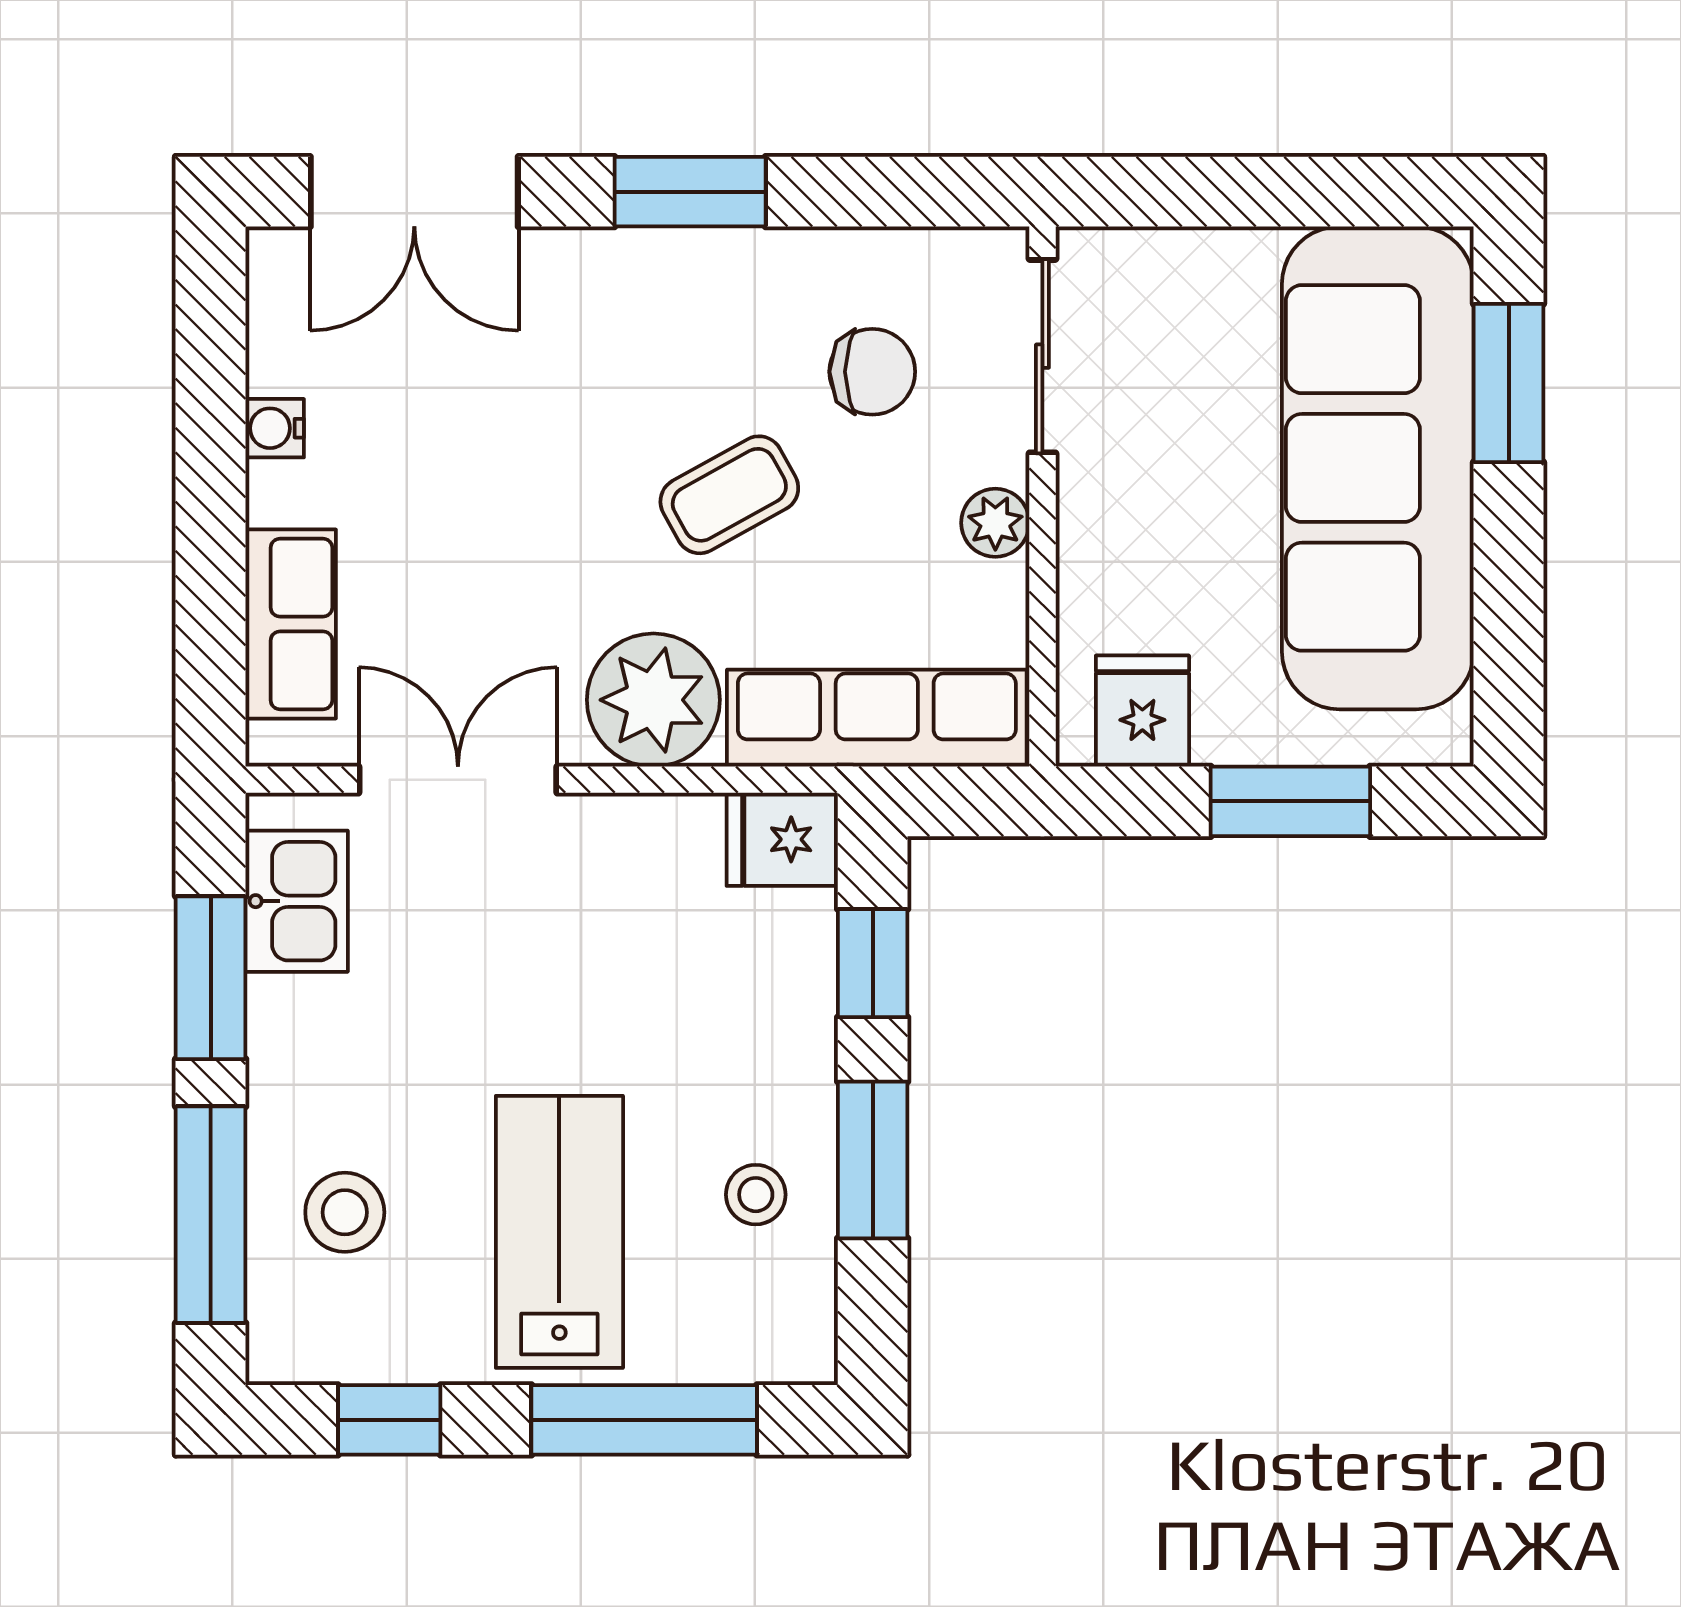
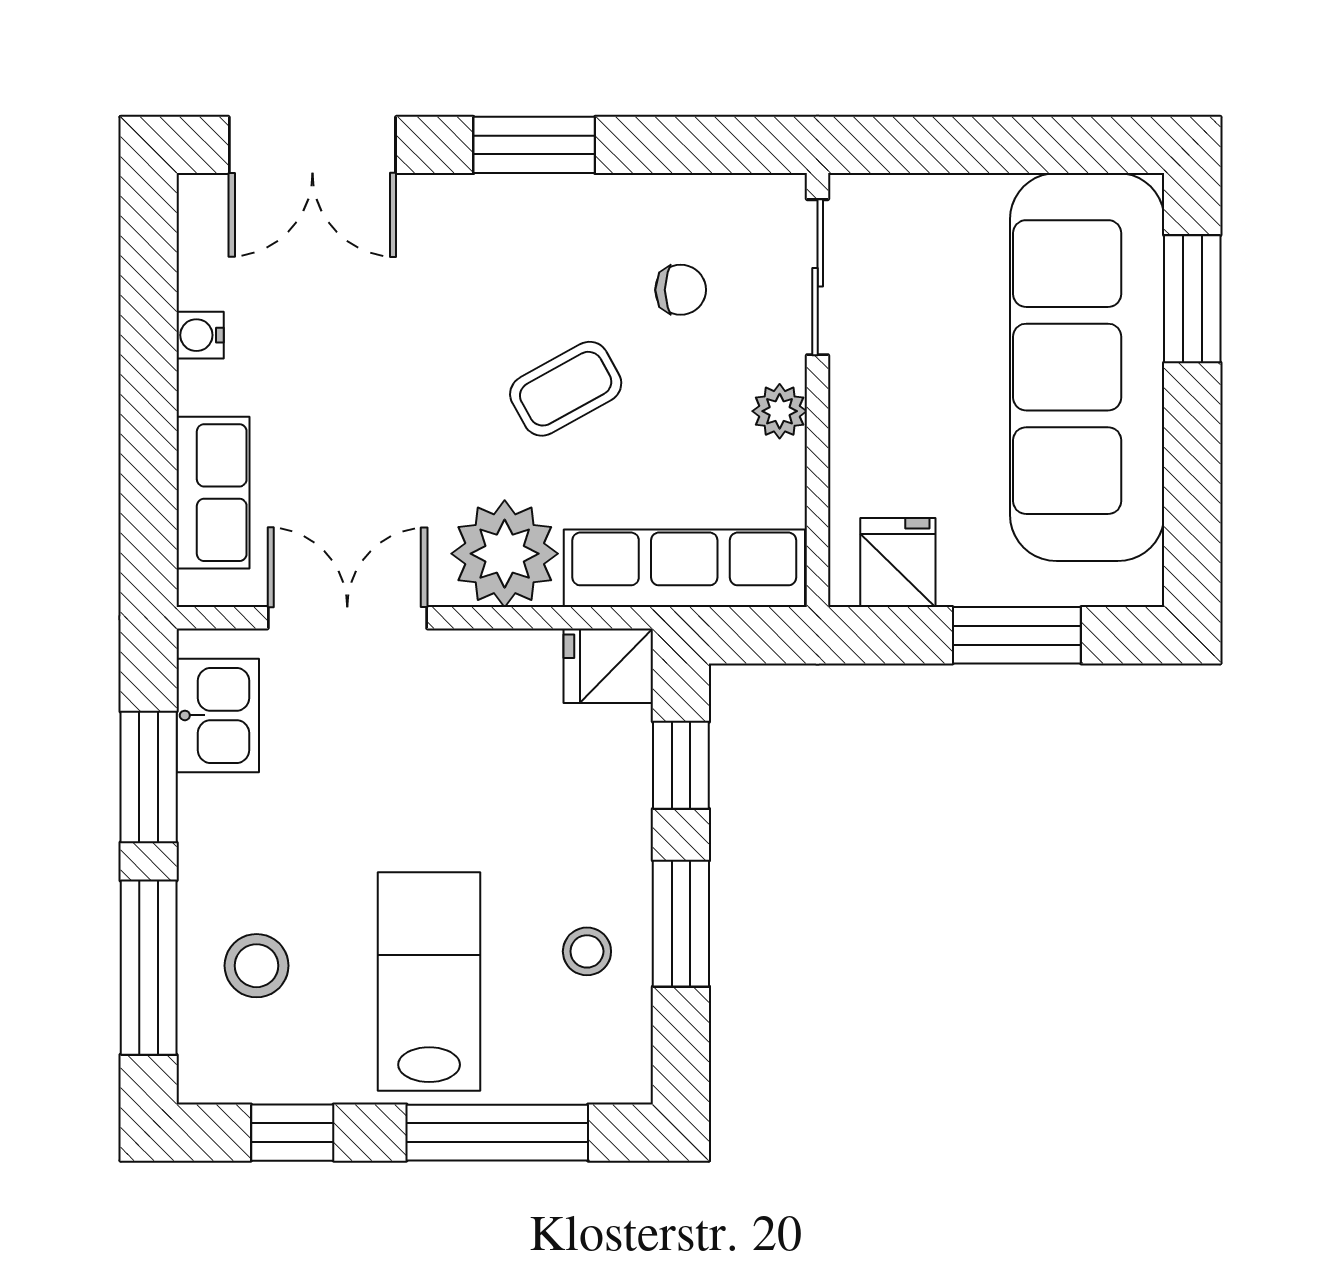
chair: (872, 372) -> (681, 290), width x0.73, depth x0.73

